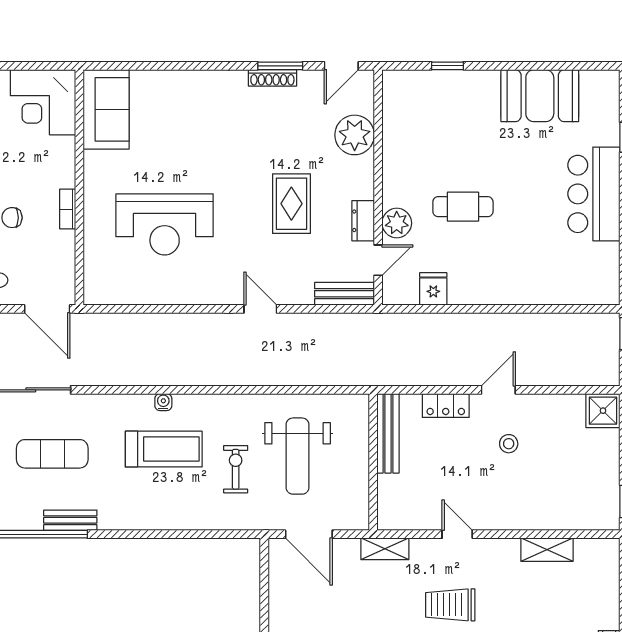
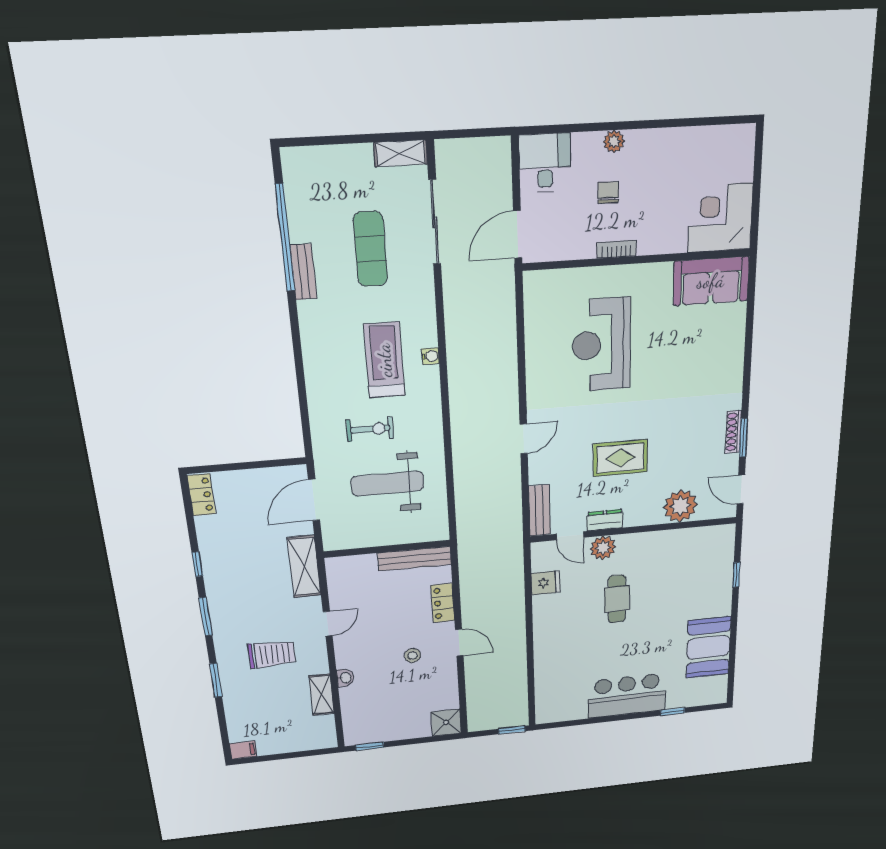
treadmill: (164, 449) -> (384, 360), turned 180
washbasin: (528, 521) -> (345, 678), added
shelving: (385, 549) -> (304, 566), width x1.50, depth x1.33
trolley: (450, 605) -> (272, 654), moved, turned 90

